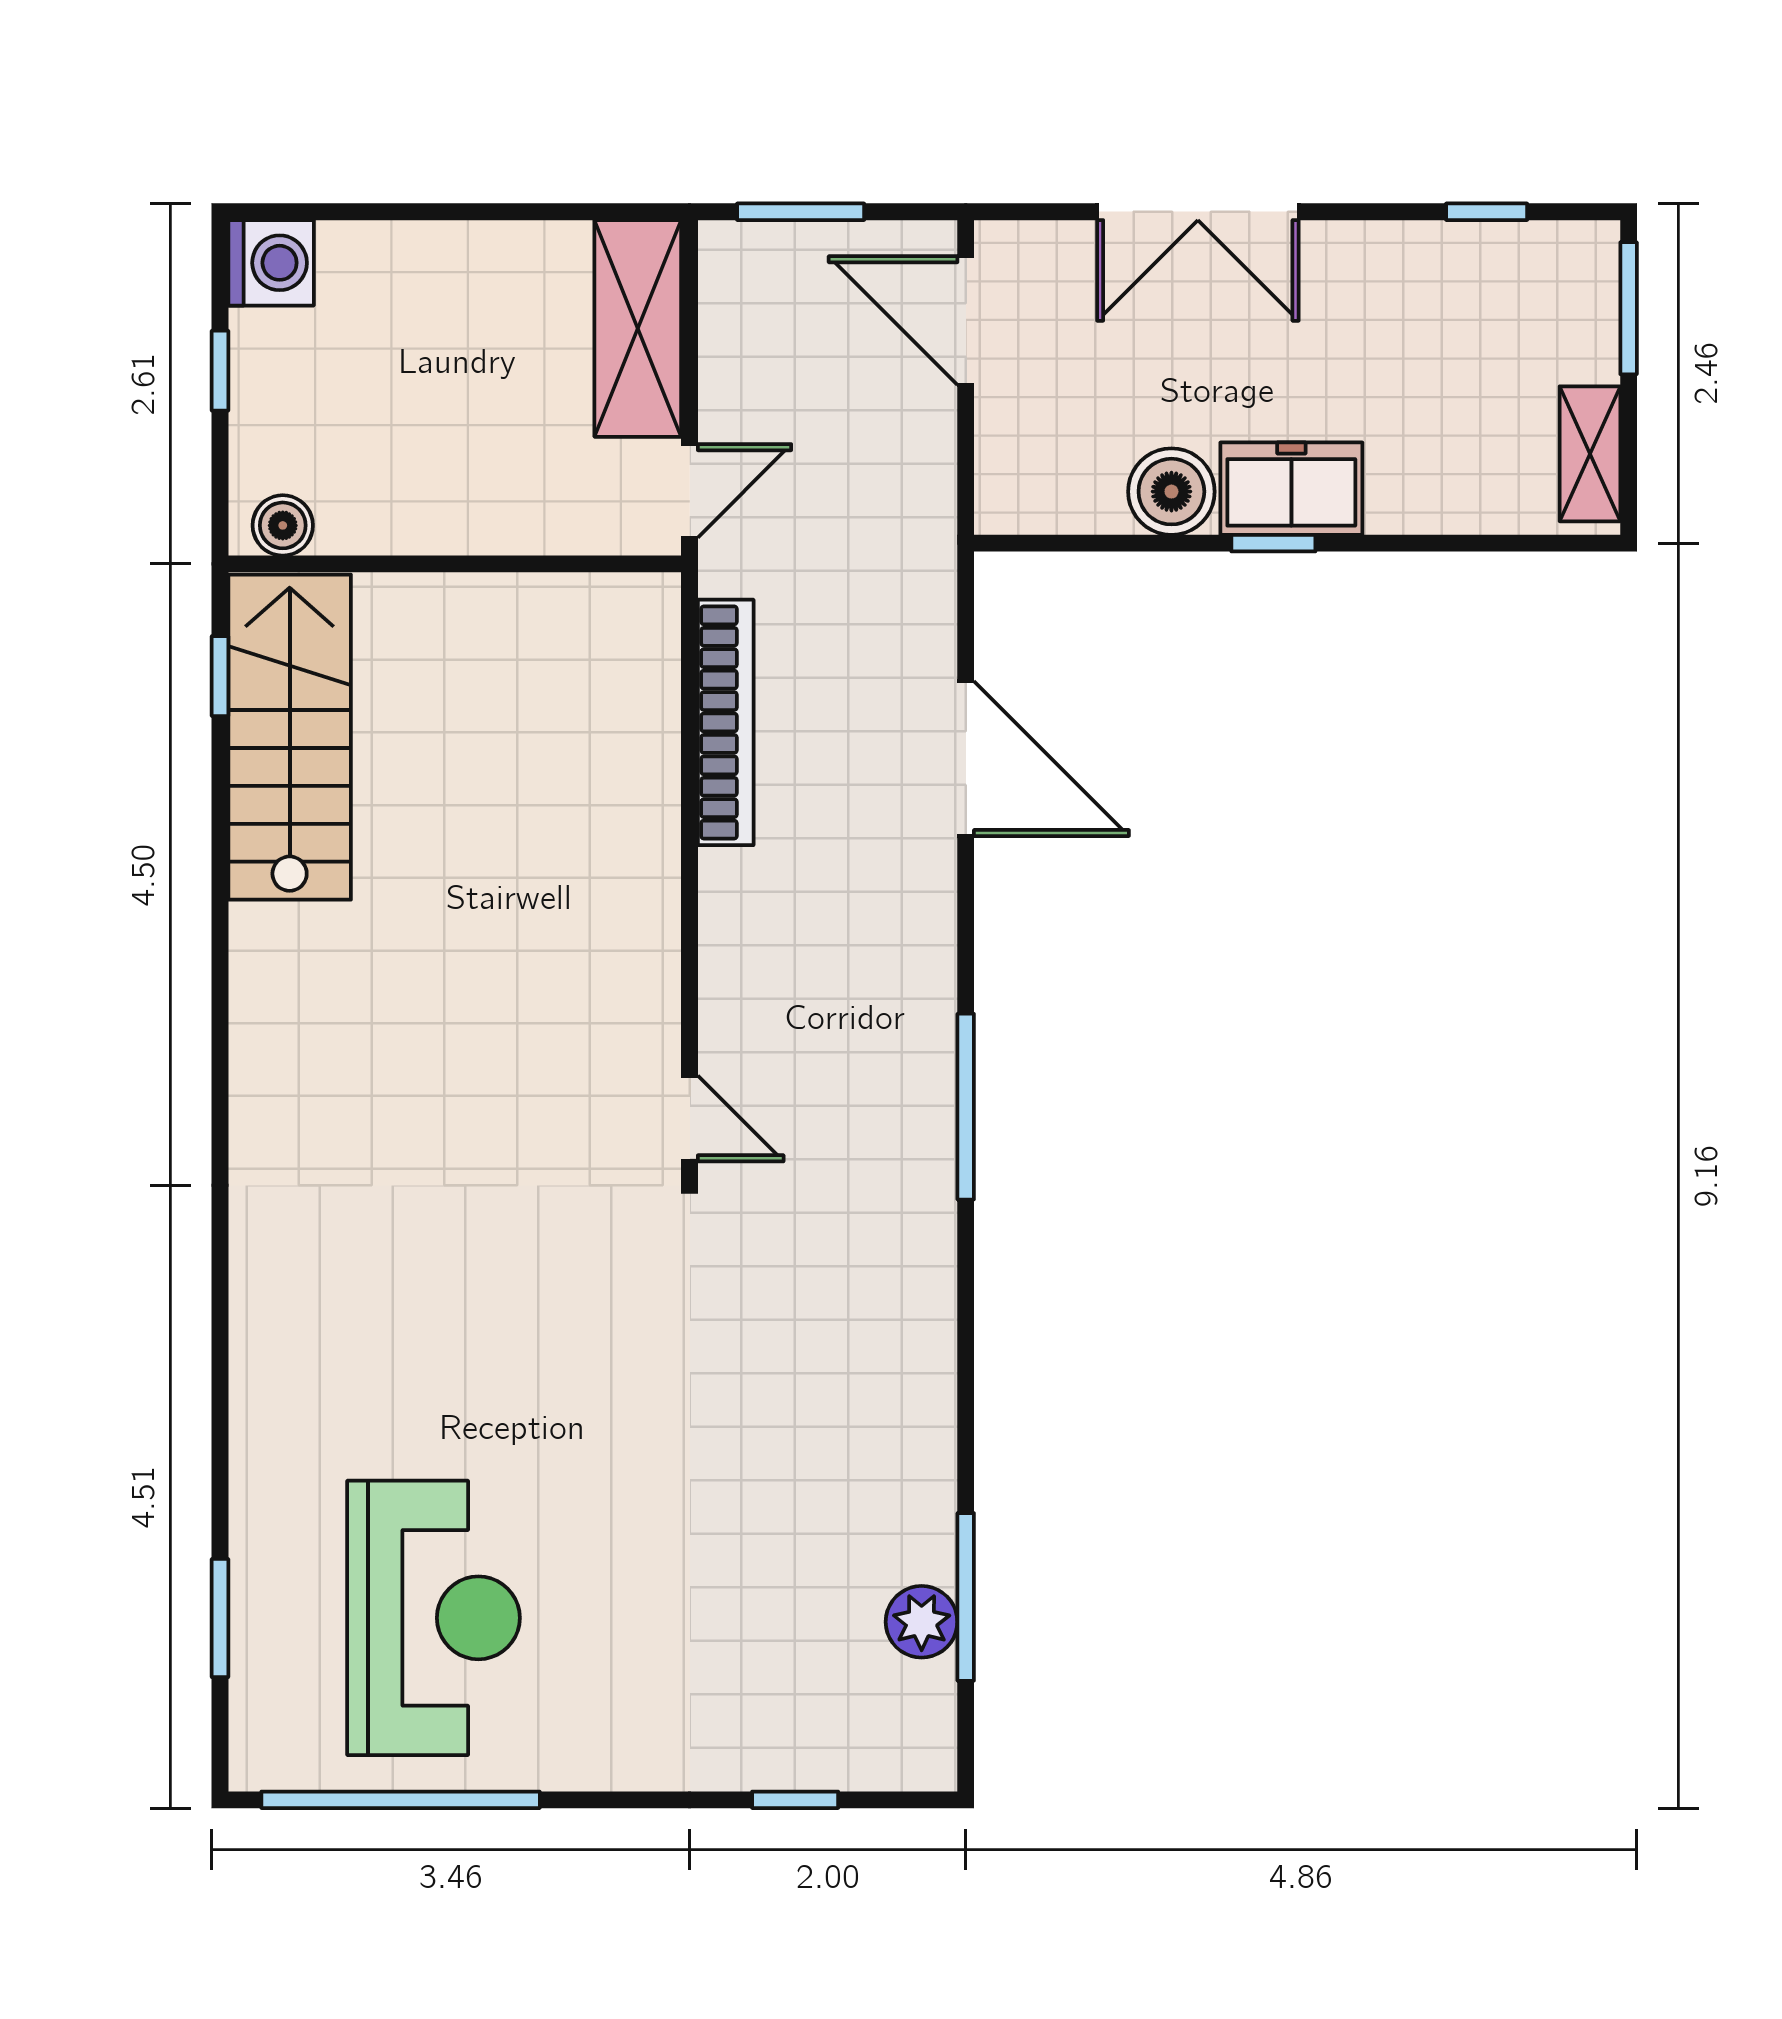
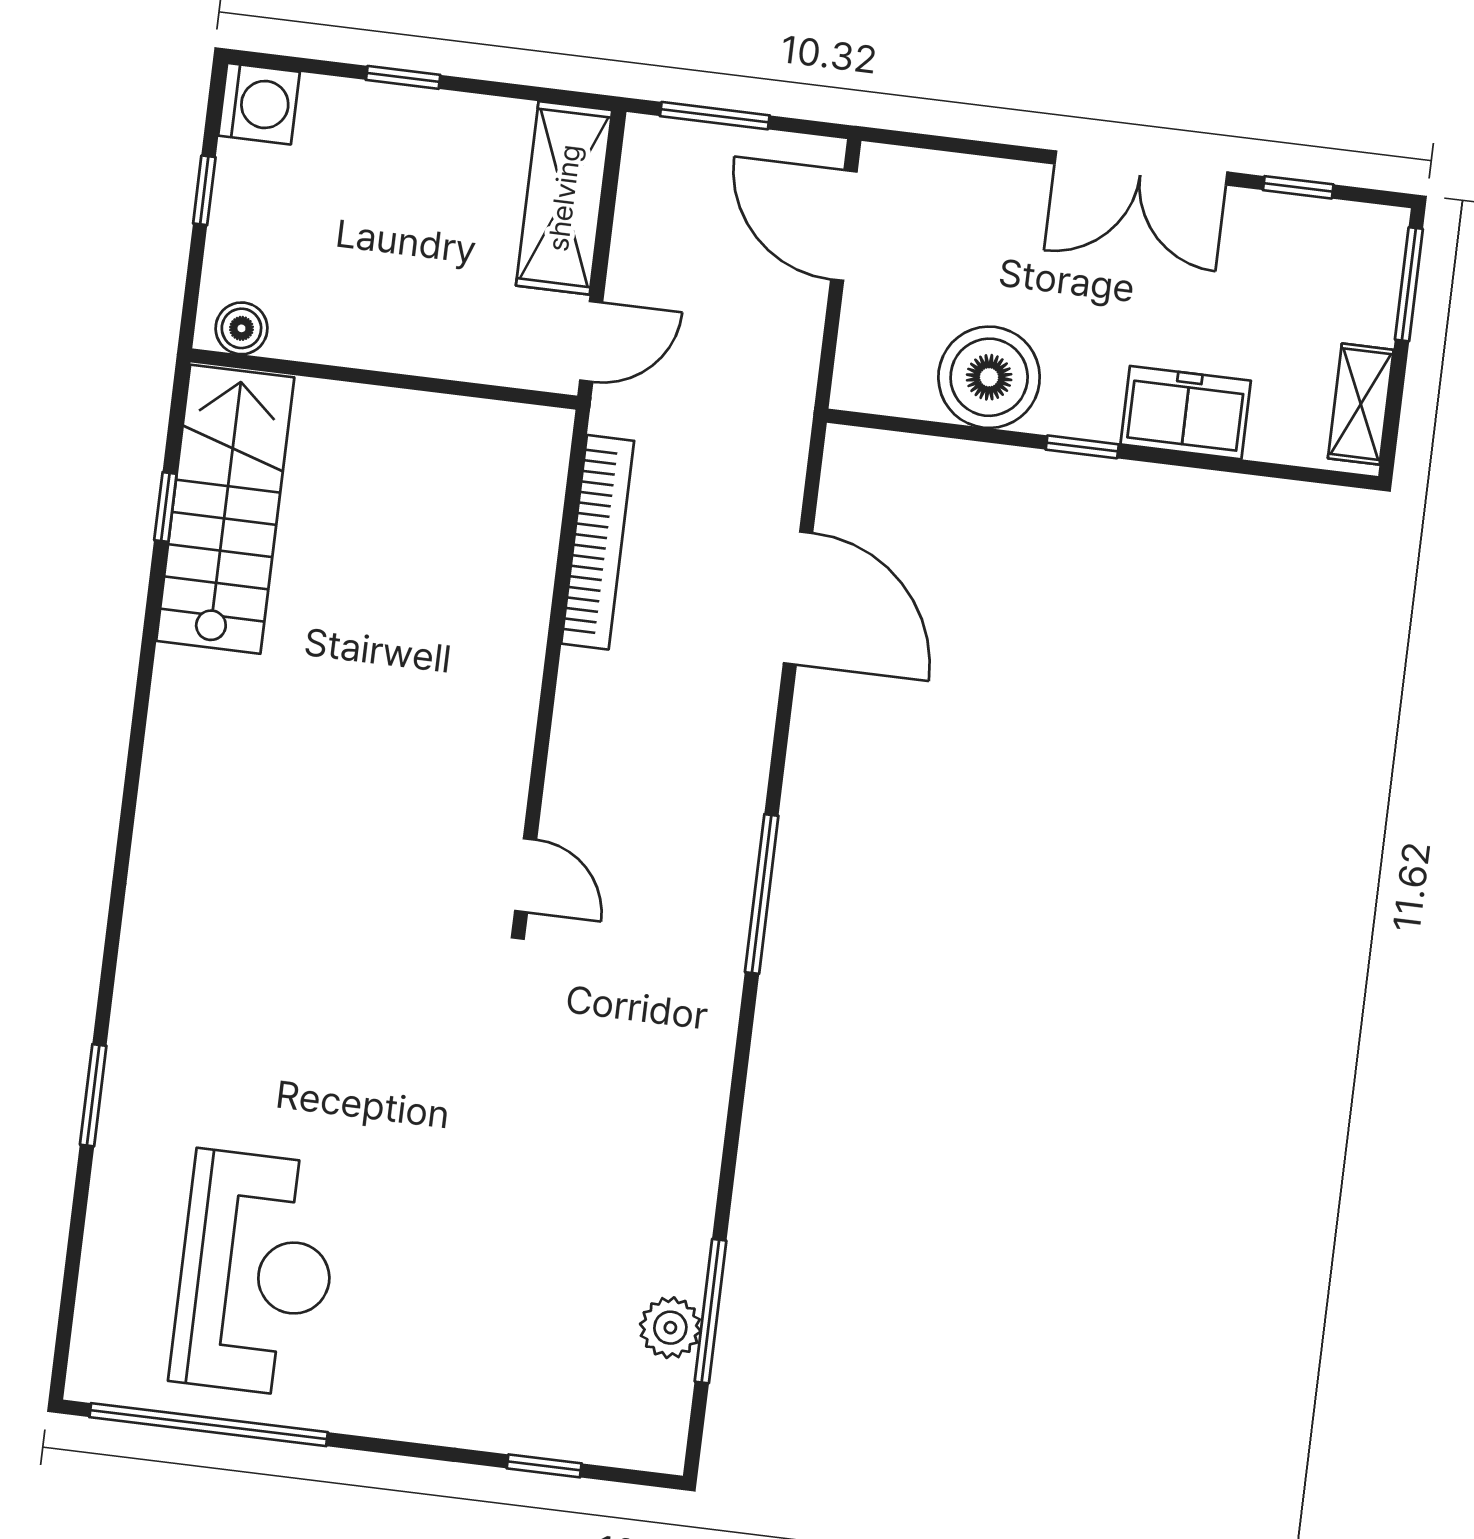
window: (434, 212) -> (403, 77), added
double door: (1198, 212) -> (1141, 168), moved
freezer: (1291, 489) -> (1186, 413), moved
boiler: (1171, 492) -> (989, 377), width x1.37, depth x1.37
window: (220, 676) -> (165, 507), moved
window: (220, 1618) -> (93, 1095), moved

